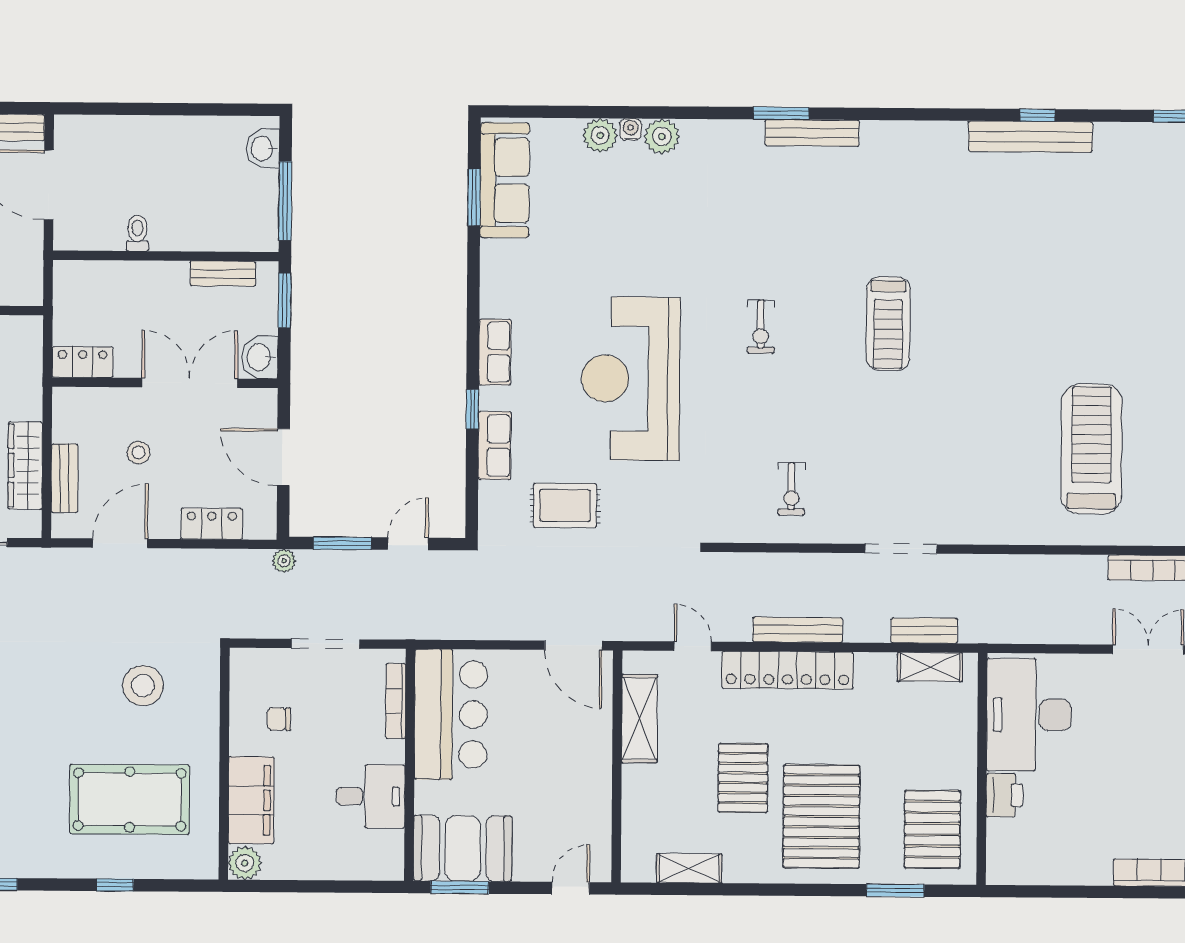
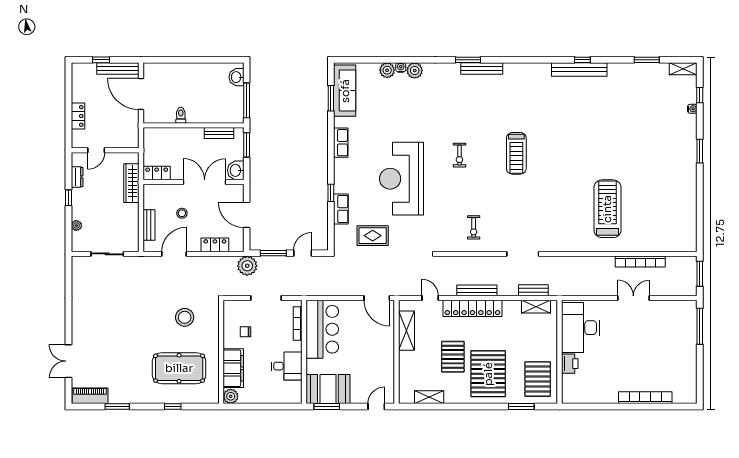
row of seats: (495, 352) -> (341, 143), moved
wardrobe: (25, 466) -> (131, 183), moved
plant: (284, 561) -> (247, 266), width x1.88, depth x1.88

